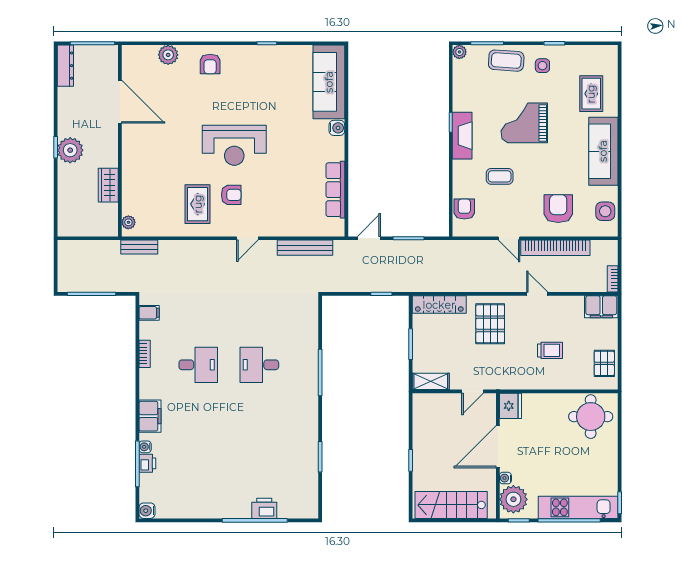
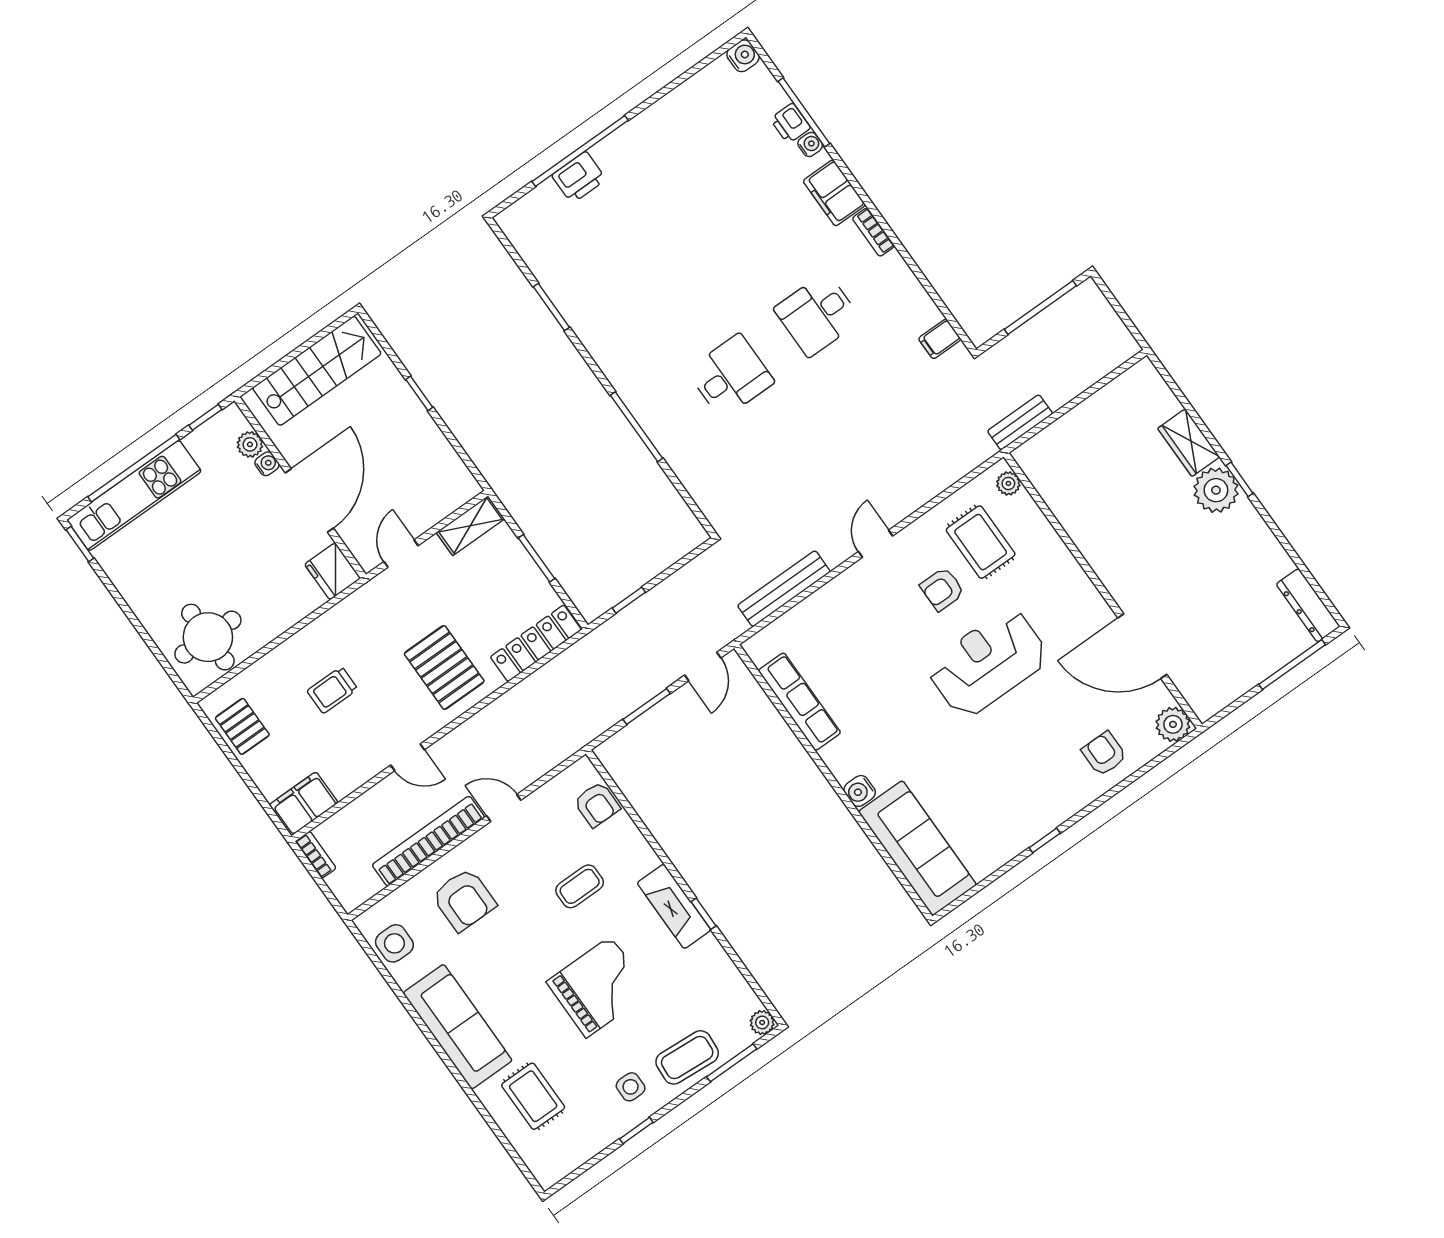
door: (120, 102) -> (1142, 646), moved
wall: (120, 141) -> (1103, 591), moved
wardrobe: (108, 185) -> (1189, 443), moved, turned 180
plant: (128, 222) -> (1008, 483), moved
bookcase: (145, 354) -> (873, 232), moved
plant: (513, 499) -> (250, 444), width x0.53, depth x0.53

